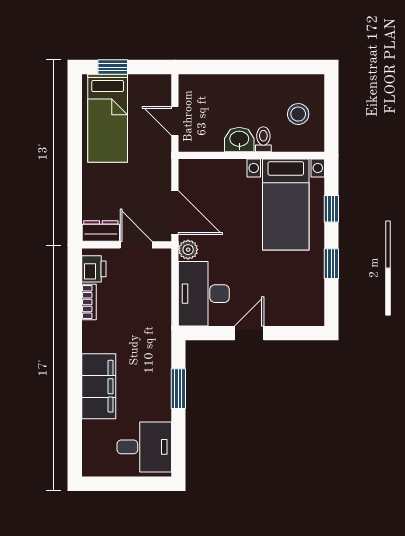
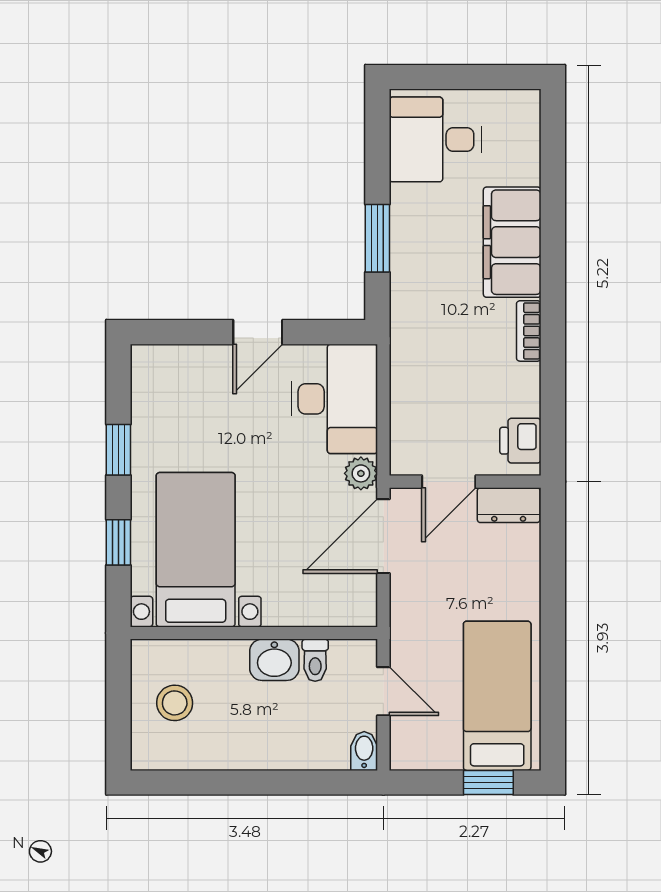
bidet: (186, 86) -> (364, 751), added
toilet: (263, 139) -> (315, 660), moved
door: (175, 213) -> (383, 536), hinge flipped
door: (136, 245) -> (449, 482), hinge flipped
bookcase: (89, 302) -> (529, 331), moved

